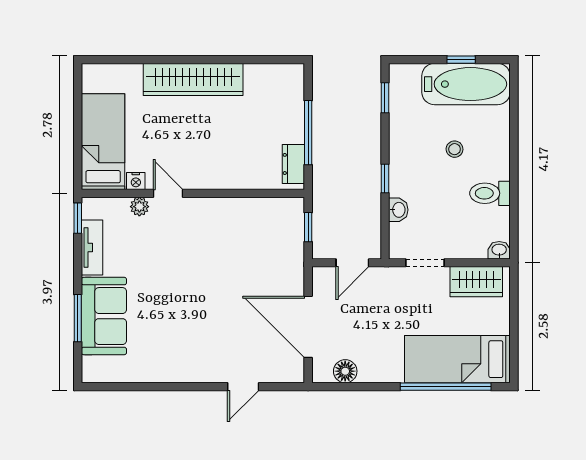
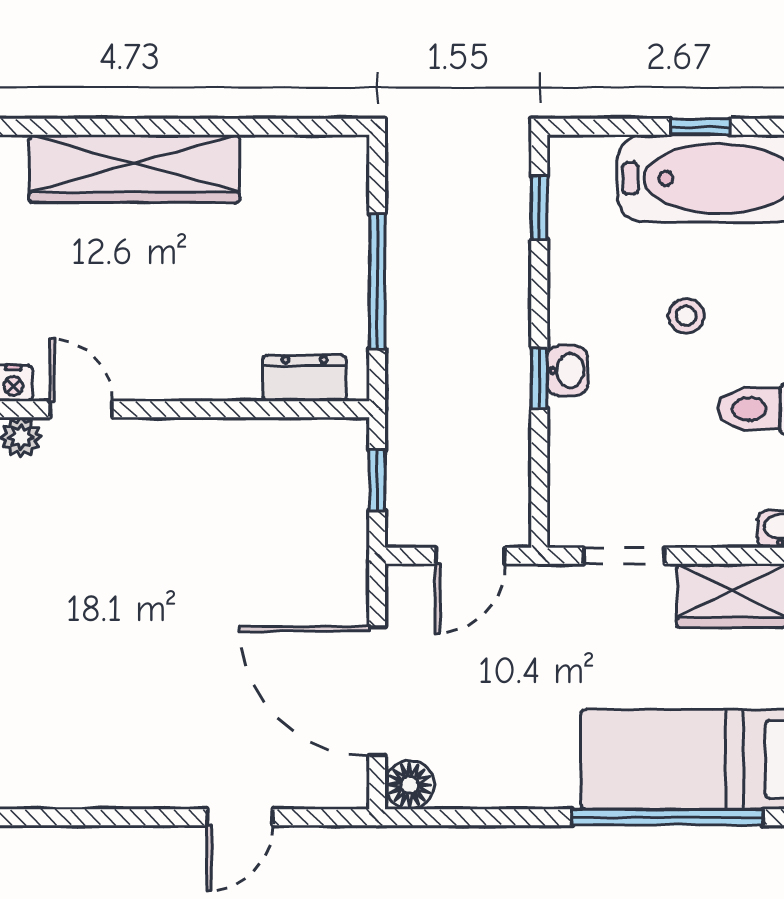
dresser: (293, 164) -> (304, 378), moved, turned 90
washbasin: (398, 210) -> (567, 371), moved
floor lamp: (345, 371) -> (410, 785), moved

